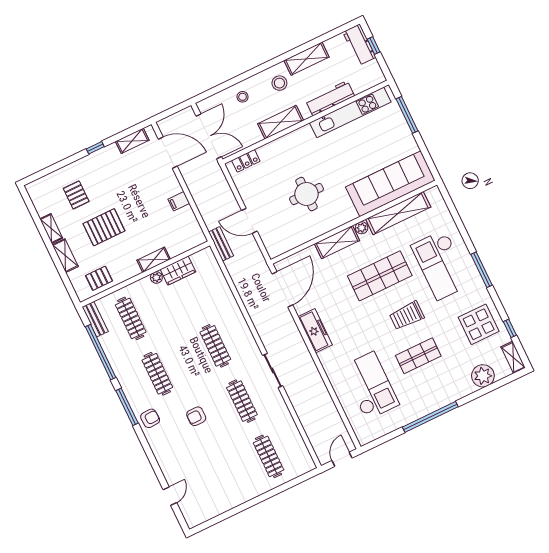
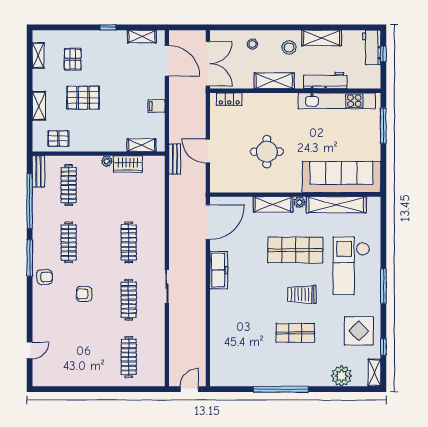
shelving: (51, 228) -> (38, 55), moved
shelving: (154, 260) -> (141, 145), moved
checkout: (370, 386) -> (243, 339), removed

